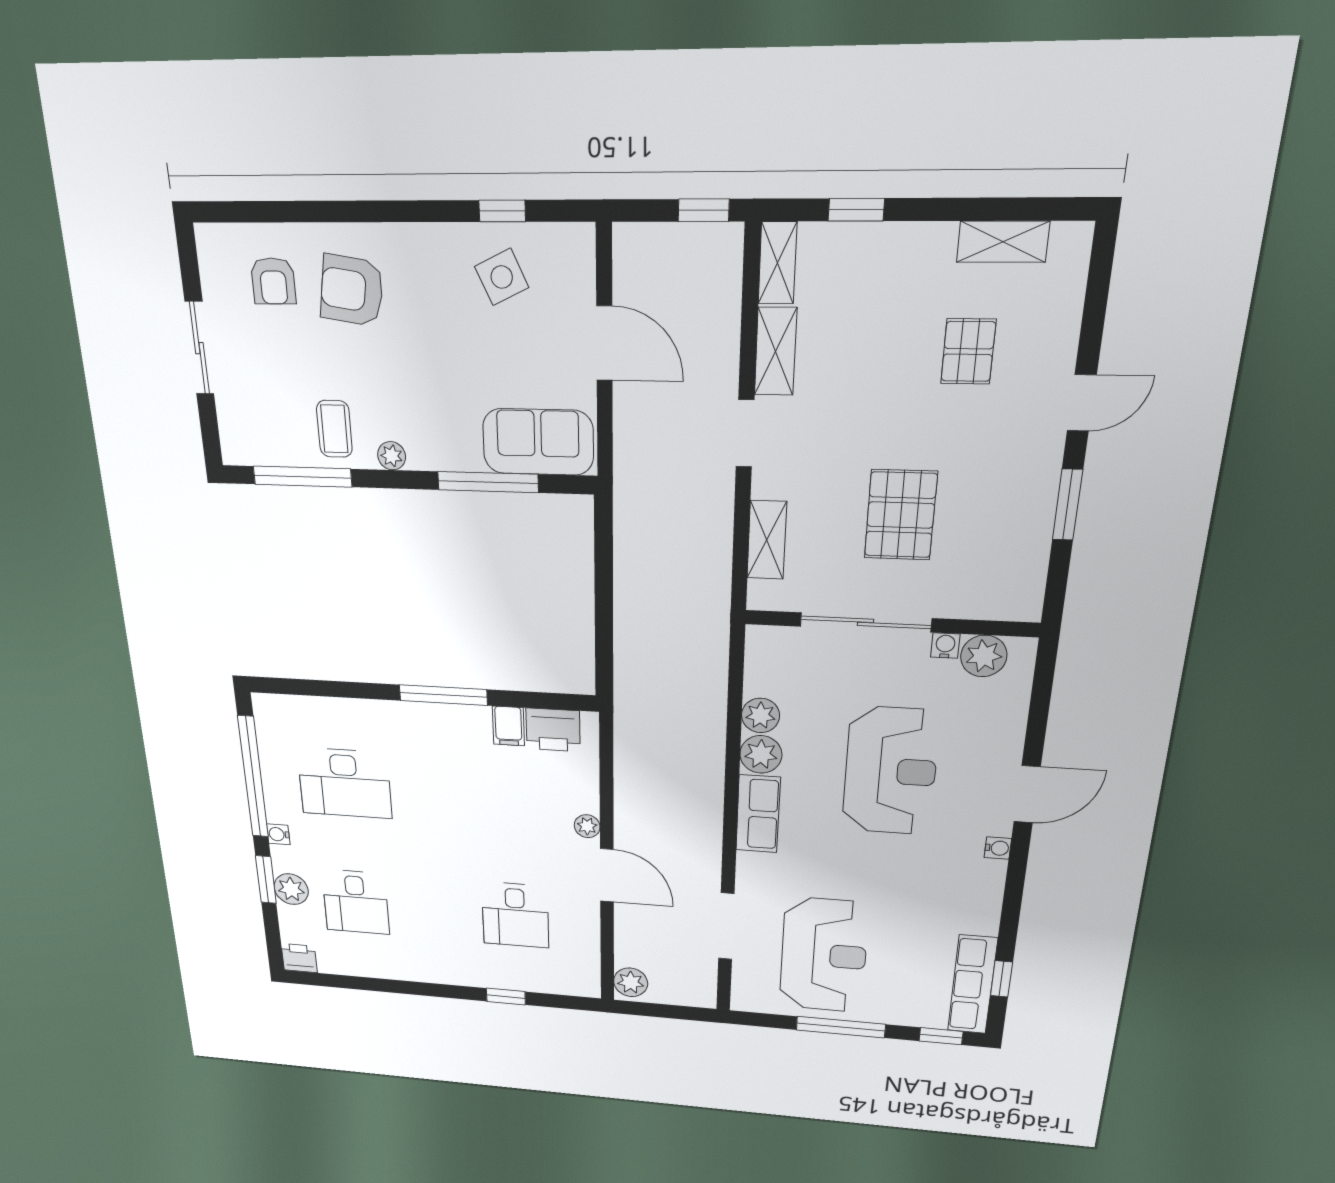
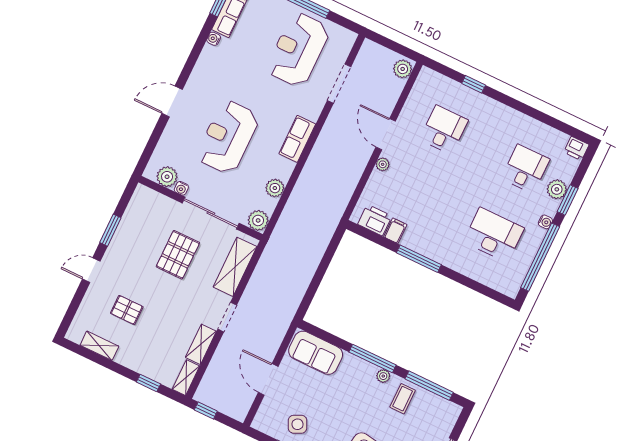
pallet: (968, 351) -> (127, 310), turned 90
window: (488, 482) -> (372, 358), moved
shelving: (767, 540) -> (235, 267), width x1.50, depth x1.33
plant: (761, 754) -> (258, 220), moved
water cooler: (998, 848) -> (214, 39), moved

